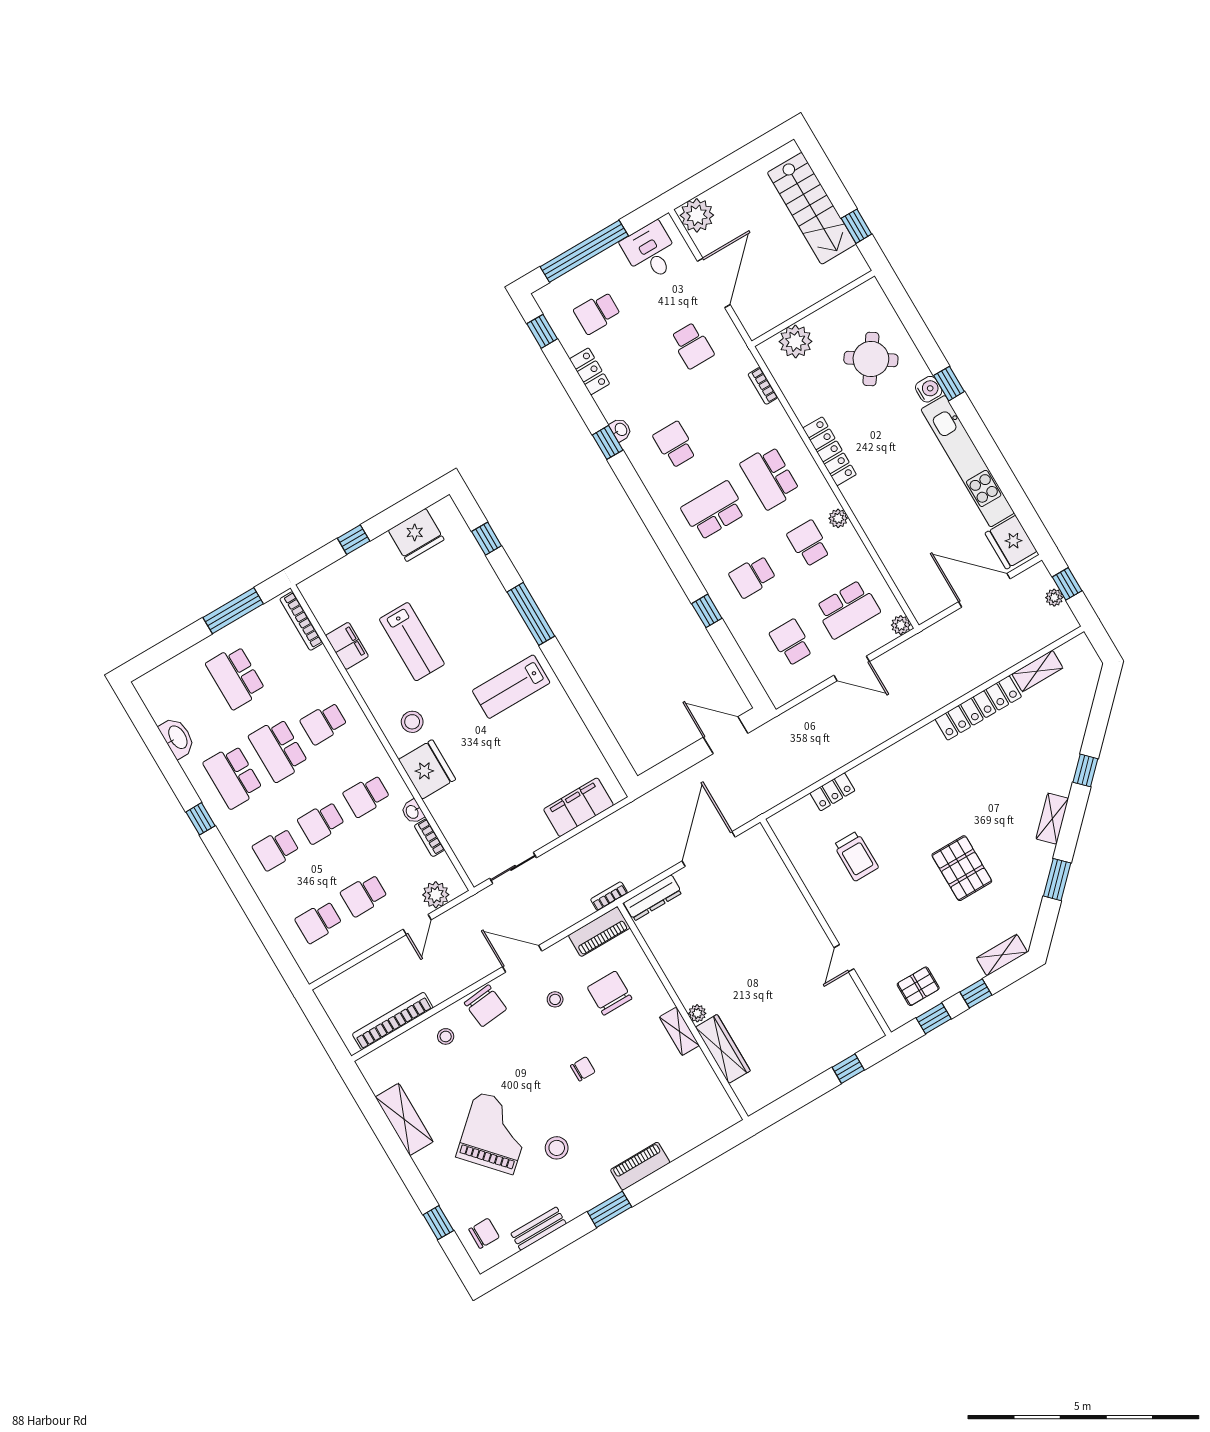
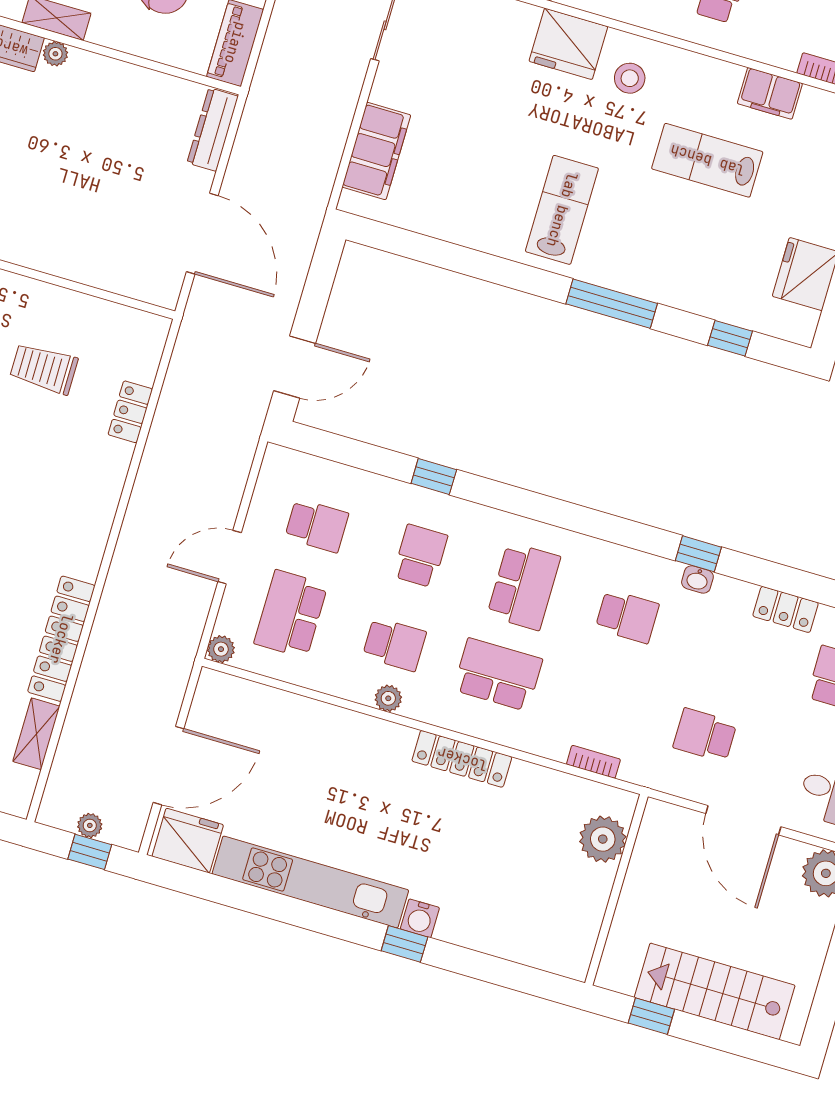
round table: (871, 359) -> (508, 894), removed
bookcase: (609, 896) -> (259, 89), removed

